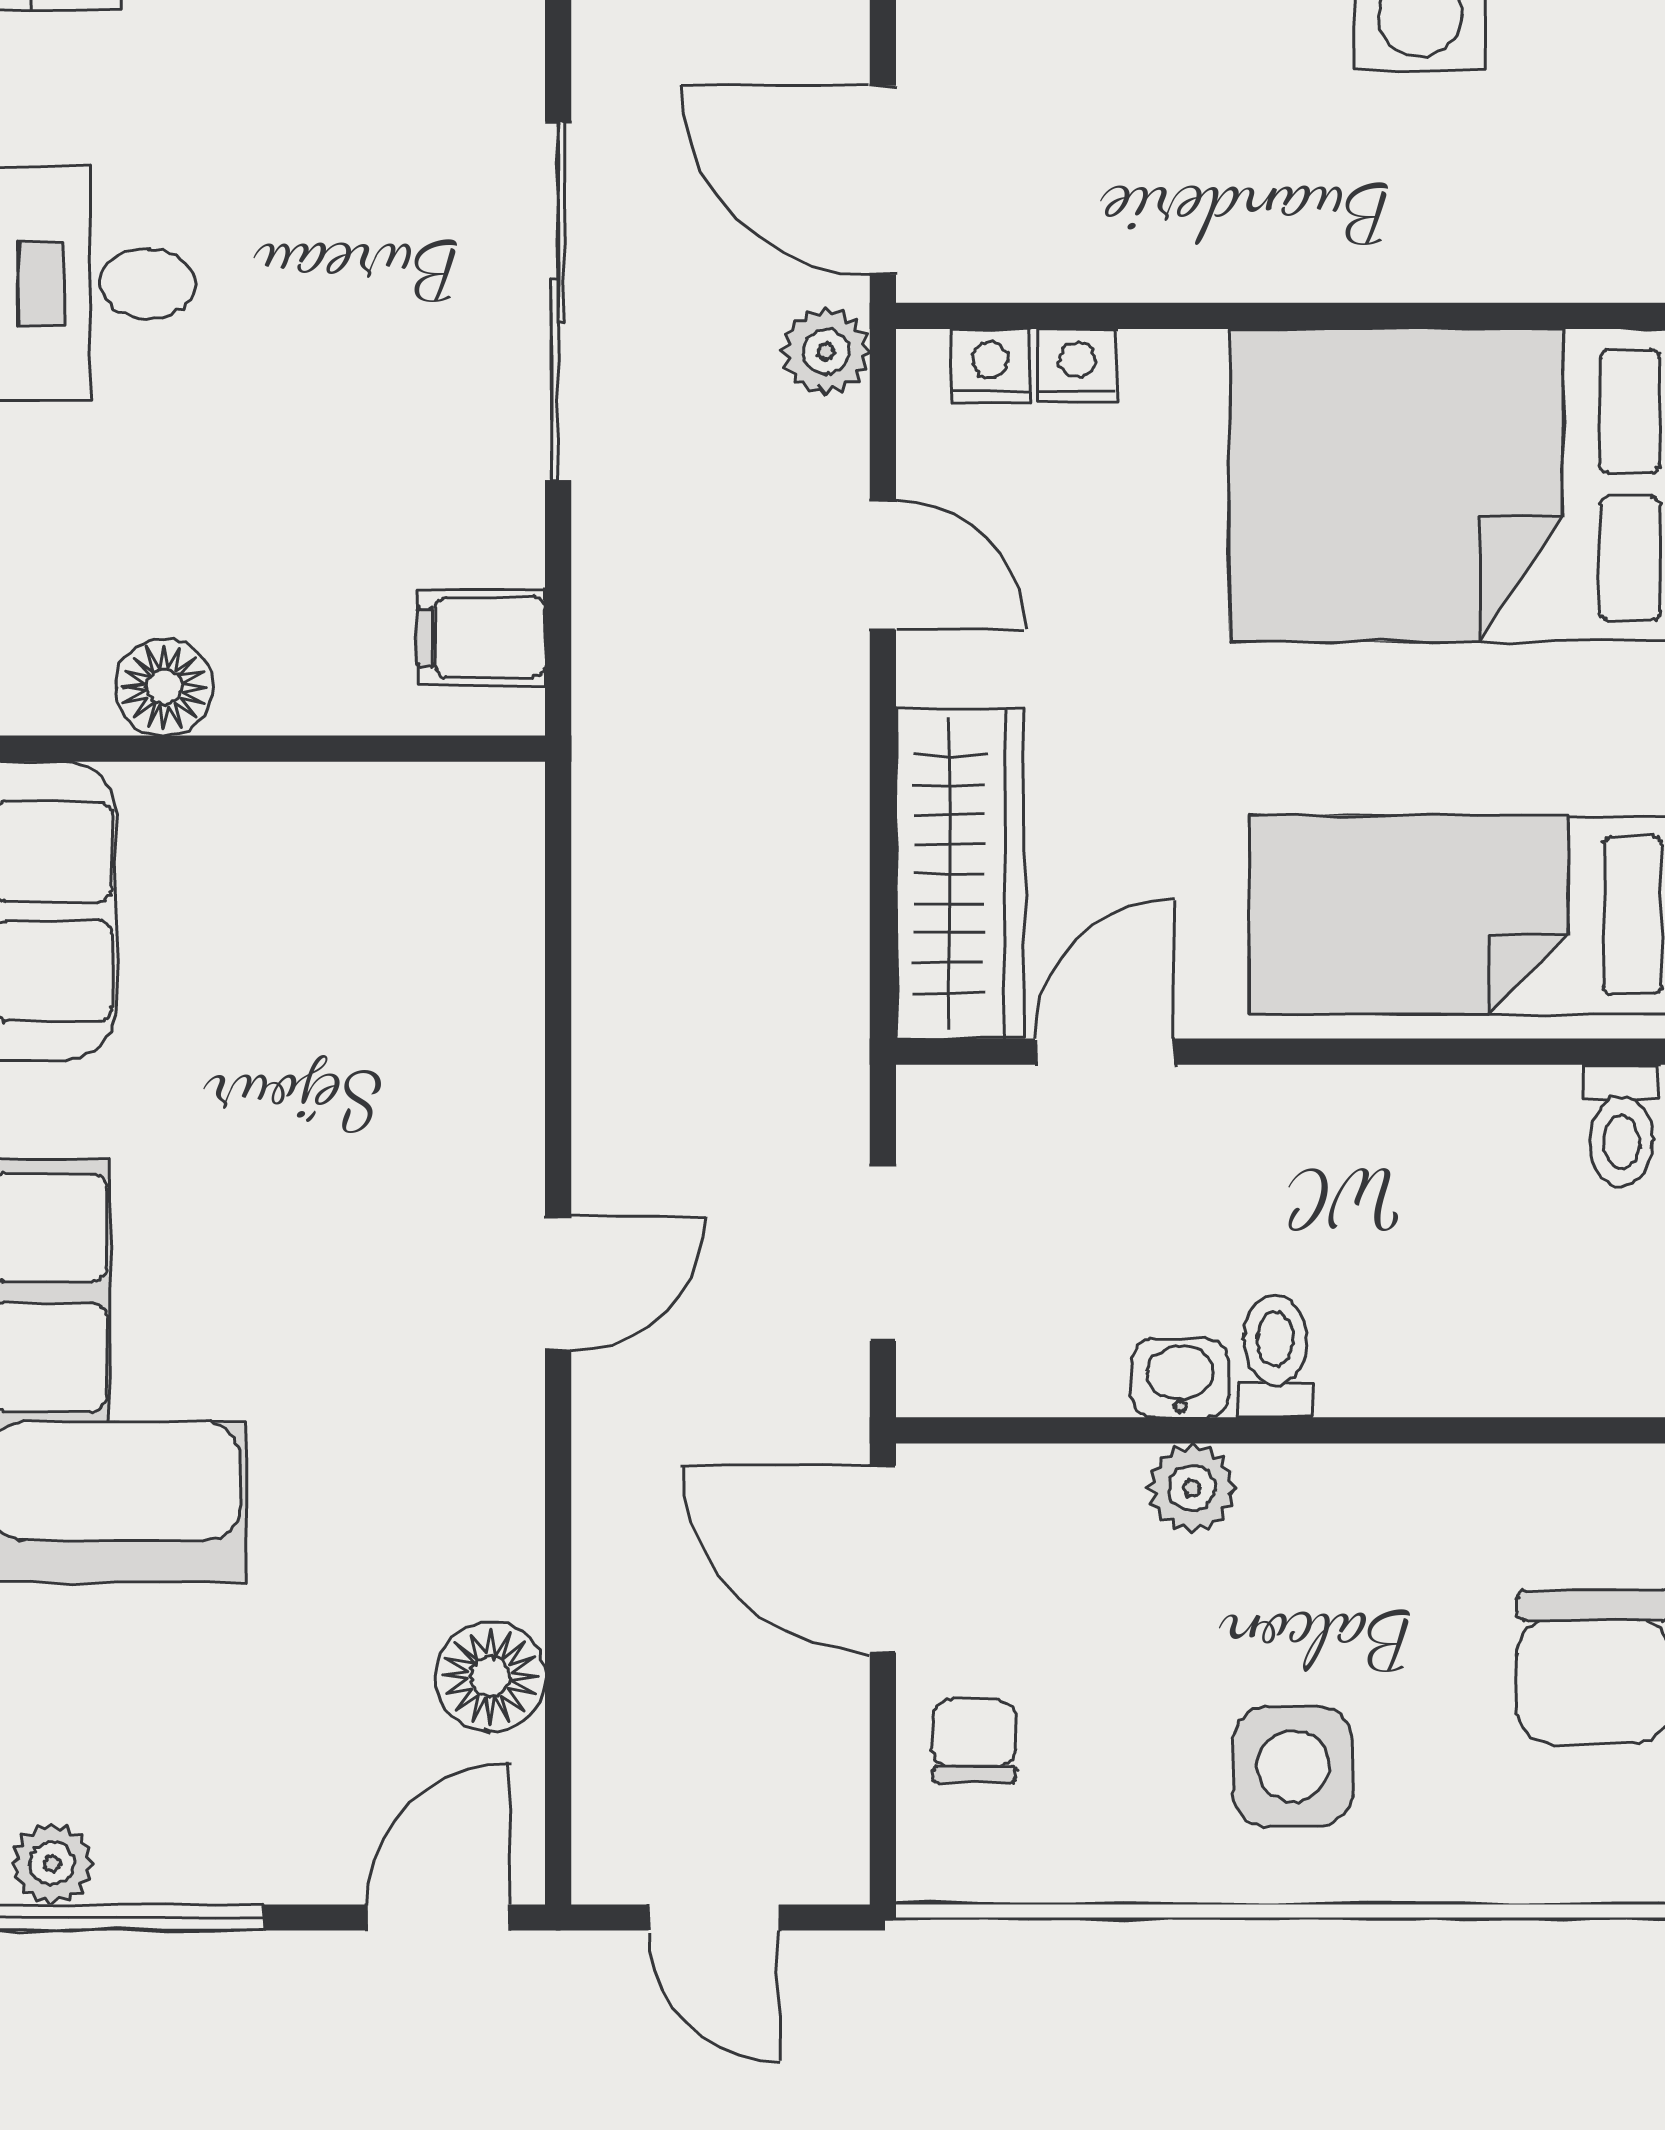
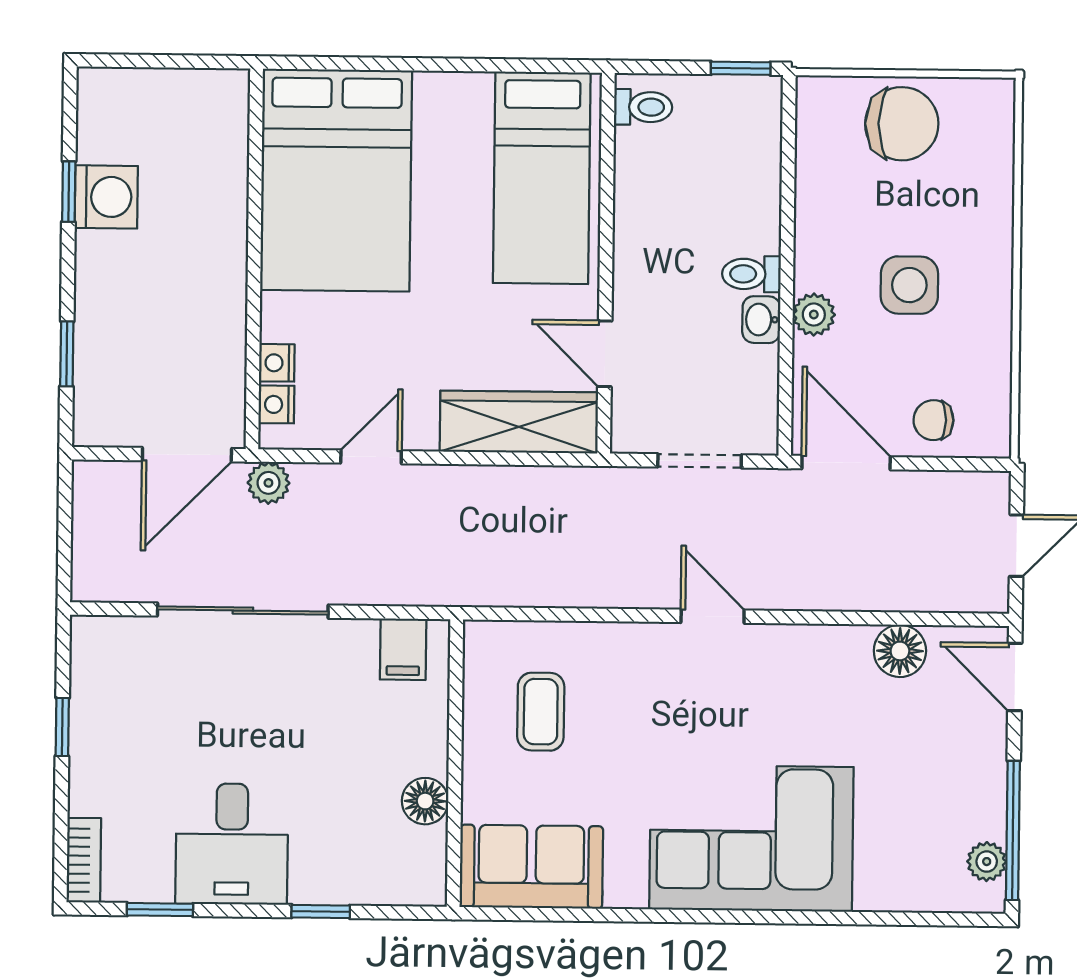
coffee table: (354, 927) -> (541, 712), added
door: (883, 1559) -> (846, 463), swing flipped
side table: (1293, 1766) -> (909, 285), moved

